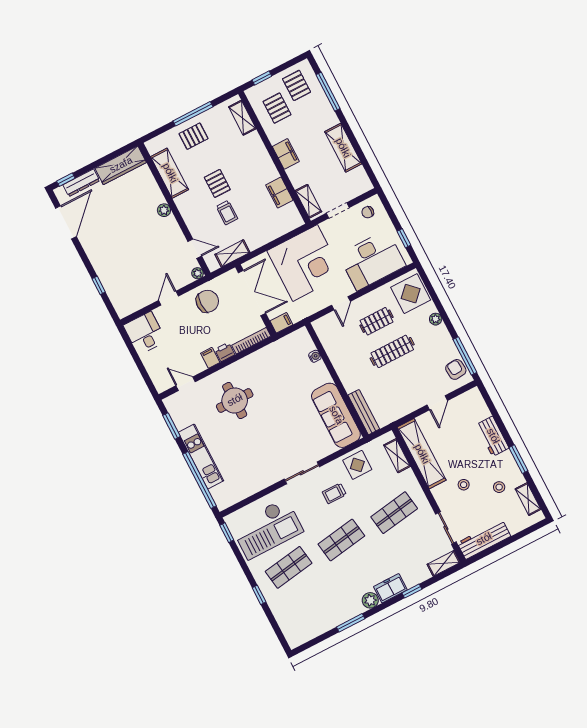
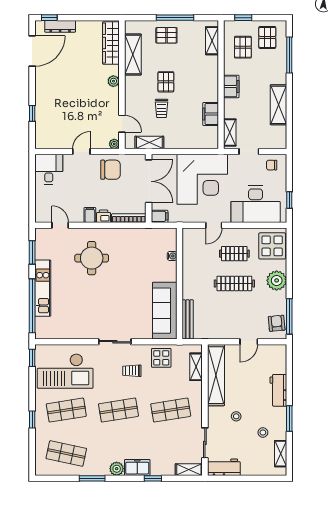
wardrobe: (121, 165) -> (111, 43), moved, turned 90
plant: (436, 319) -> (277, 280), width x1.88, depth x1.88
workbench: (484, 539) -> (224, 467), width x0.73
shop shelf: (311, 611) -> (66, 453), added

